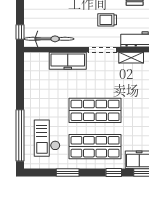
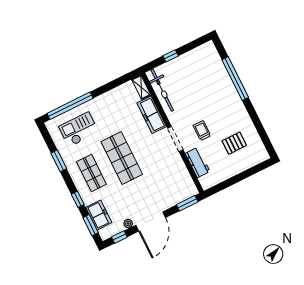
window: (20, 32) -> (171, 56), moved
shelving: (131, 58) -> (141, 87), moved
shop shelf: (95, 147) -> (91, 173), width x0.70, depth x0.74

